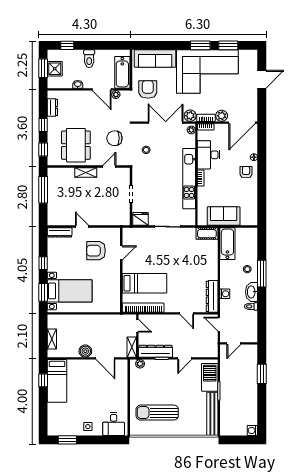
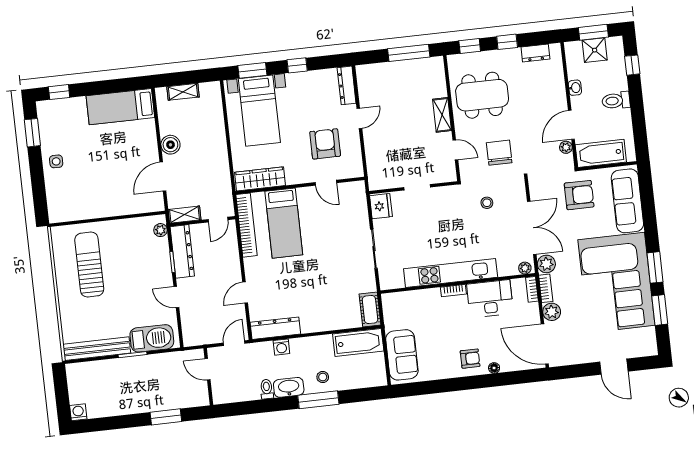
sofa: (224, 216) -> (402, 355), moved
wardrobe: (114, 295) -> (260, 179), added
window: (43, 380) -> (59, 92), moved
desk: (114, 424) -> (64, 200), removed

